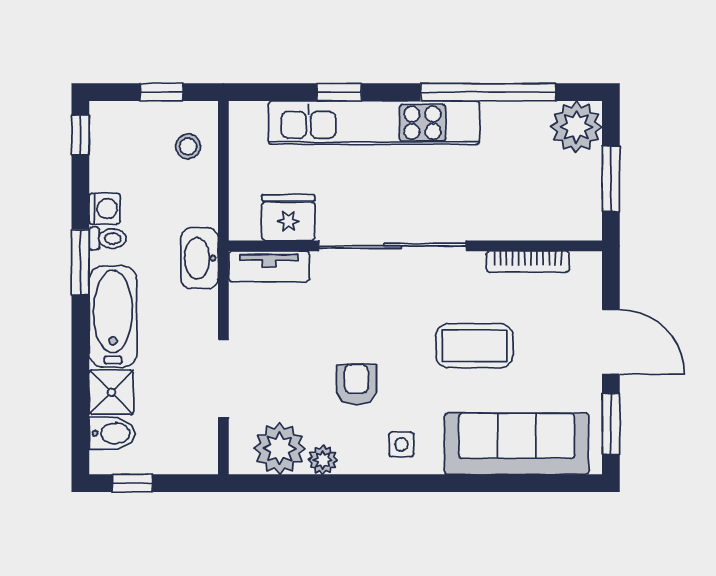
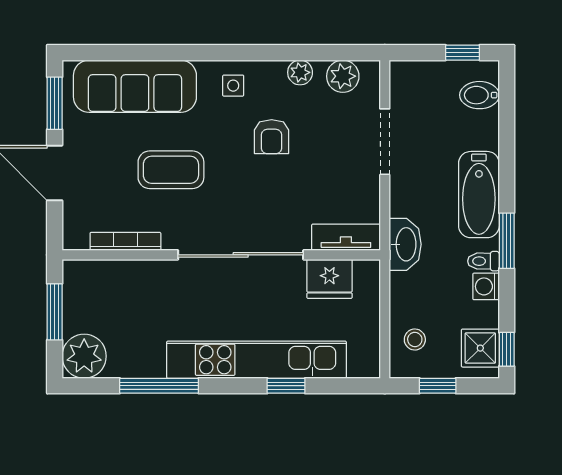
window: (488, 92) -> (159, 386), width x0.68
shower: (111, 392) -> (480, 348), moved
plant: (280, 449) -> (343, 76), width x0.73, depth x0.73

